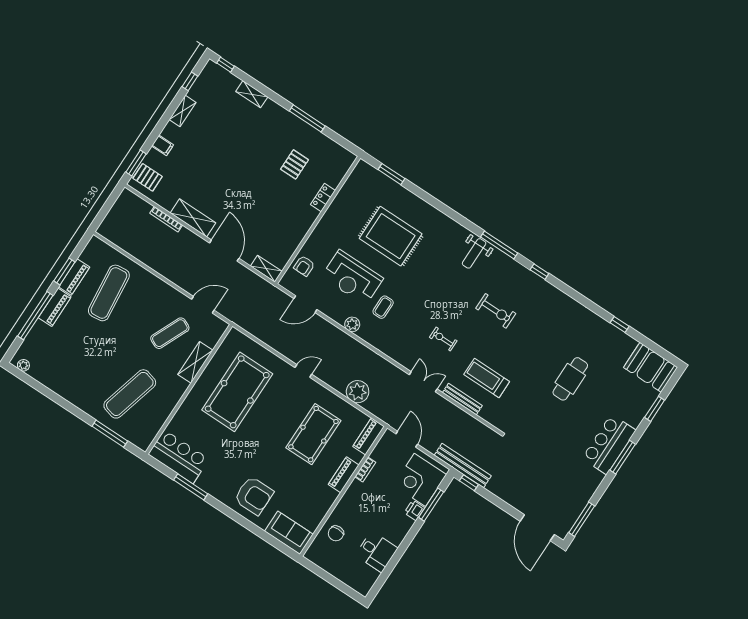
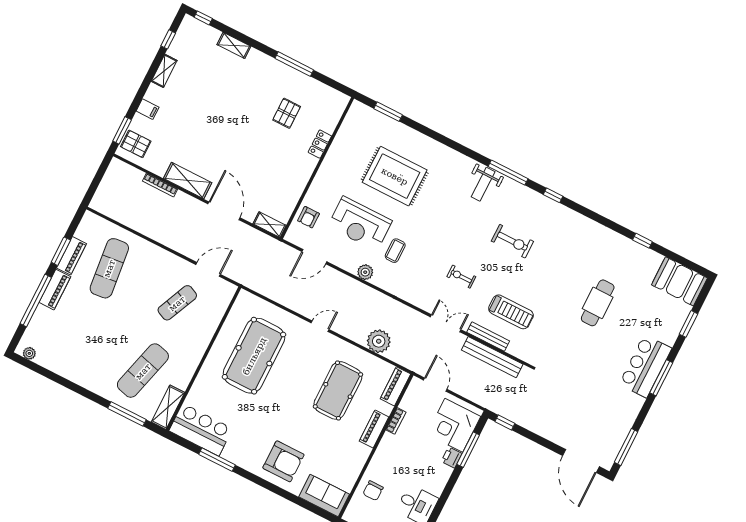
shelving: (195, 362) -> (168, 407), moved
treadmill: (487, 378) -> (511, 312), turned 180
bench: (463, 466) -> (492, 357), moved

